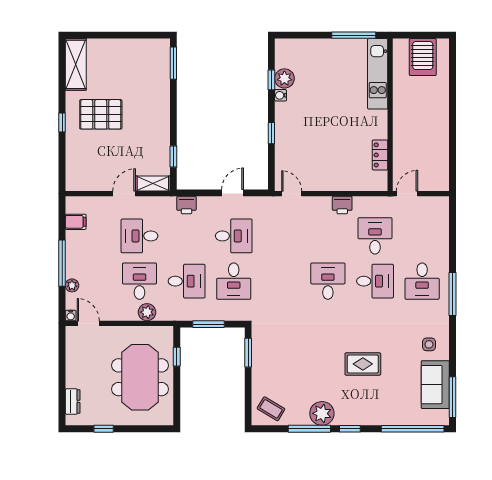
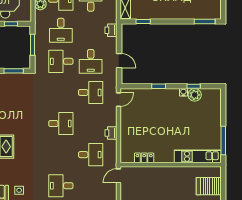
door: (407, 194) -> (119, 176), swing flipped
desk: (375, 281) -> (91, 92), moved, turned -90

